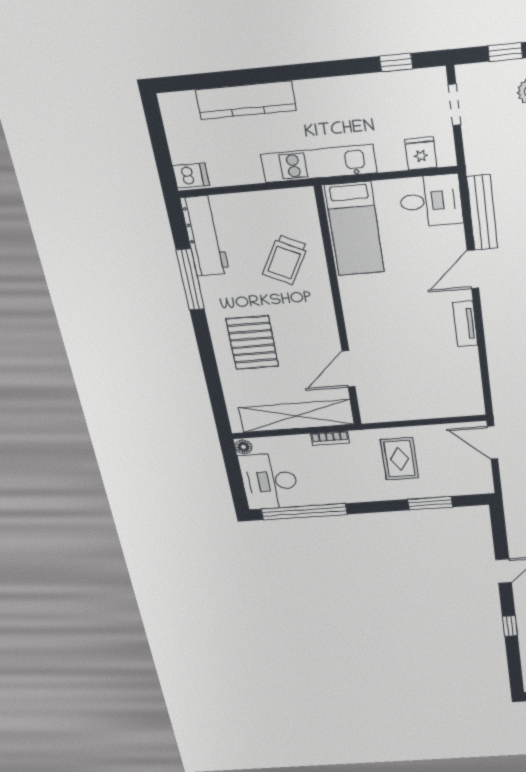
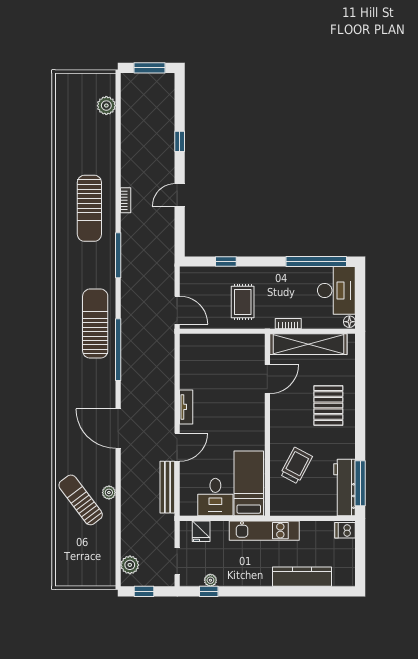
plant: (396, 80) -> (210, 580), added
desk: (431, 201) -> (215, 497), moved, turned -90
window: (190, 280) -> (360, 483), moved
window: (430, 503) -> (226, 262), width x0.67

